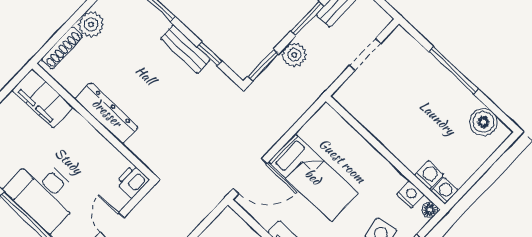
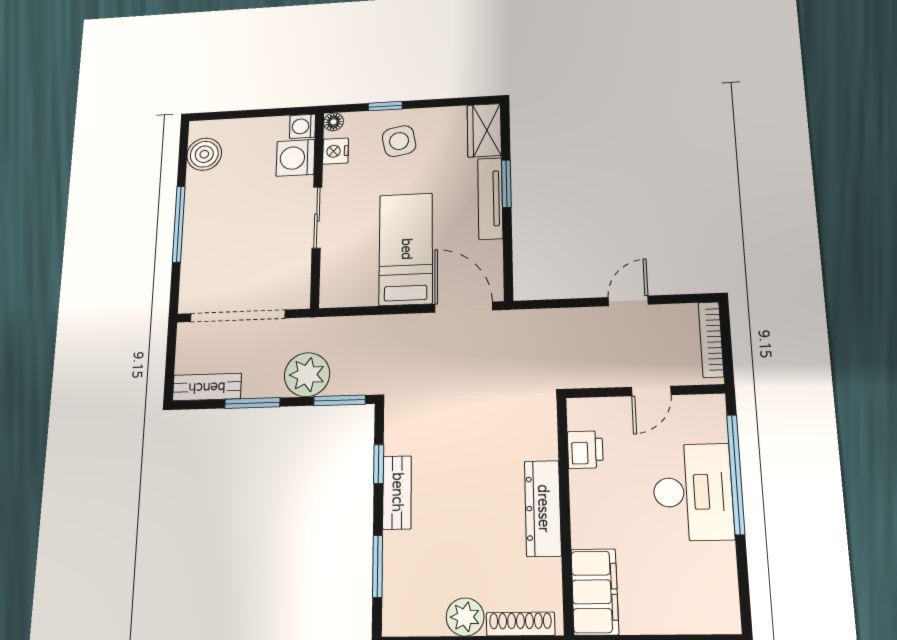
doorway: (365, 54) -> (238, 316), width x1.88
plant: (294, 55) -> (307, 375), width x1.36, depth x1.36
sliding door: (380, 148) -> (317, 218), added
washing machine: (429, 175) -> (295, 158), width x1.38, depth x1.38
printer: (132, 181) -> (585, 450), moved, turned -90

